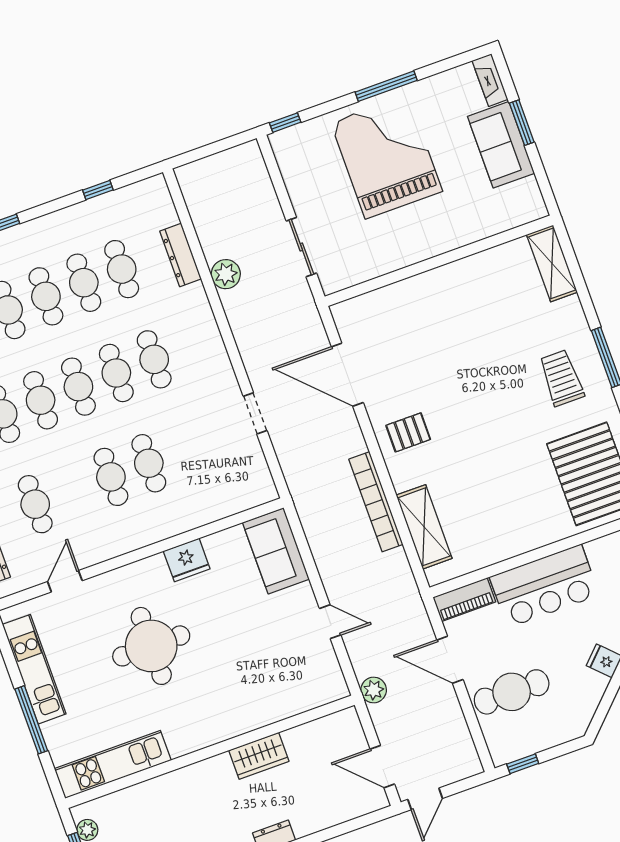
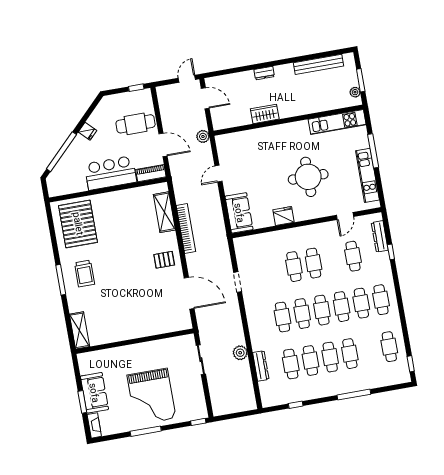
door: (330, 622) -> (218, 174), hinge flipped

